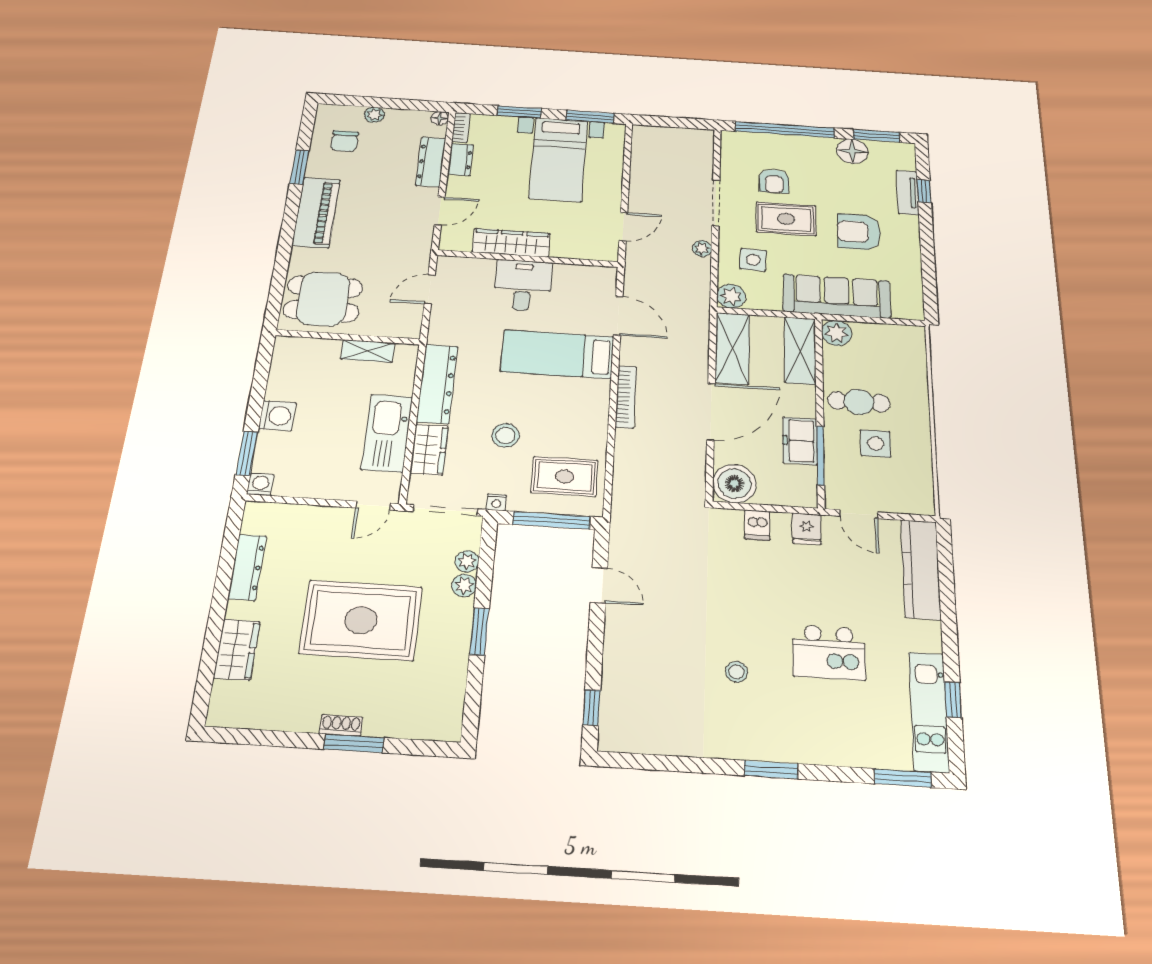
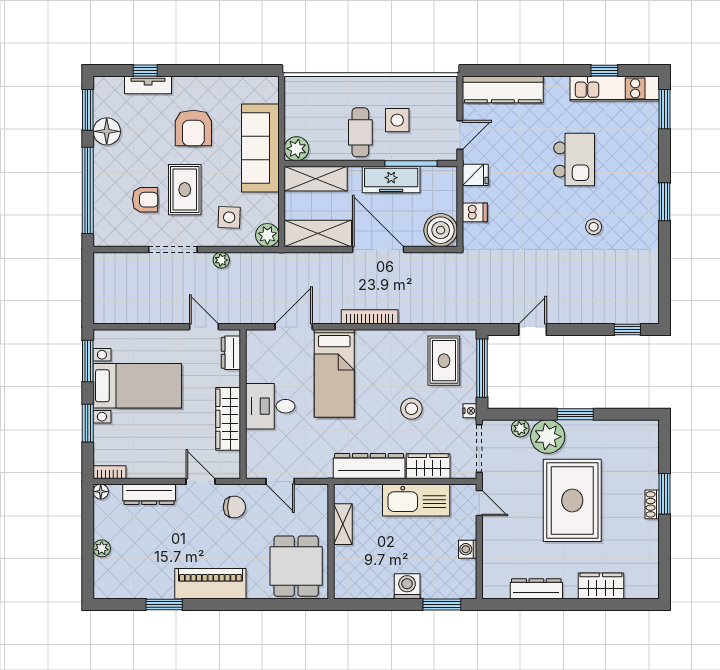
chair: (344, 141) -> (234, 507), moved
dresser: (460, 160) -> (231, 353), moved, turned -90
freezer: (800, 441) -> (391, 179), width x1.40
washing machine: (260, 484) -> (468, 549), moved
plant: (464, 585) -> (548, 437), width x1.88, depth x1.88

